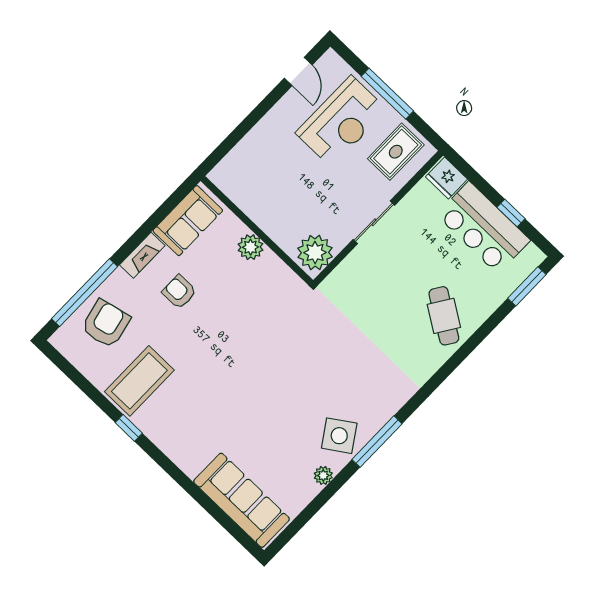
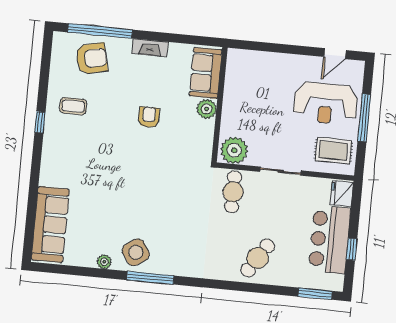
sofa: (188, 221) -> (206, 73), moved, turned 90
cafe table: (356, 287) -> (233, 192), added
armchair: (179, 292) -> (149, 117), moved
coffee table: (139, 381) -> (73, 106), width x0.54, depth x0.58

